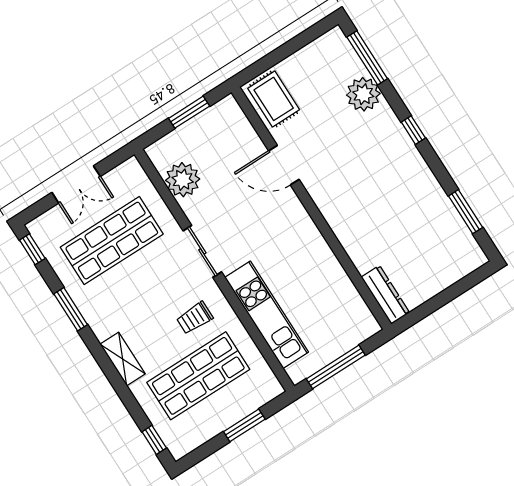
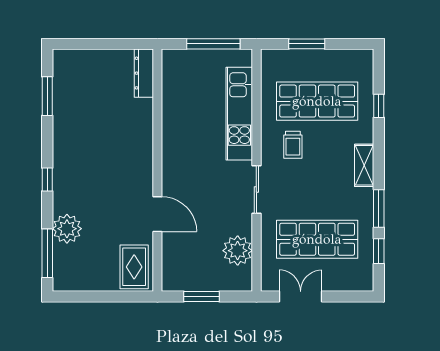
double door: (76, 184) -> (301, 296), moved
window: (32, 249) -> (379, 251), moved
trolley: (195, 318) -> (293, 145), turned 90
shelving: (123, 359) -> (364, 165), moved
window: (154, 440) -> (379, 106), moved

